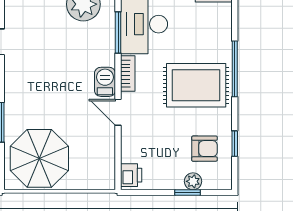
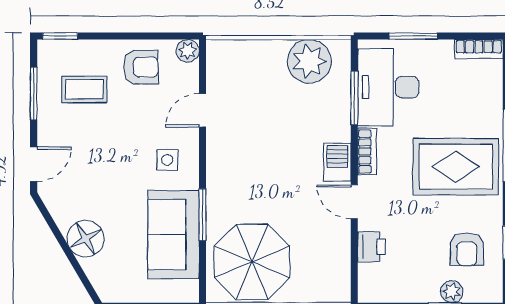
armchair: (204, 149) -> (467, 249), turned 90
printer: (131, 175) -> (371, 247), moved

